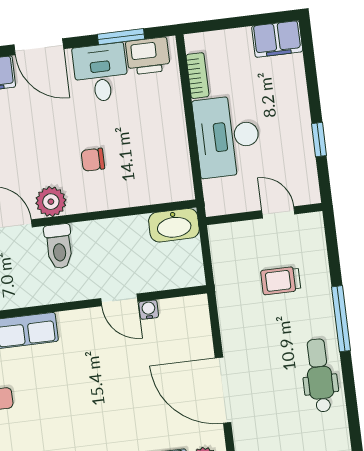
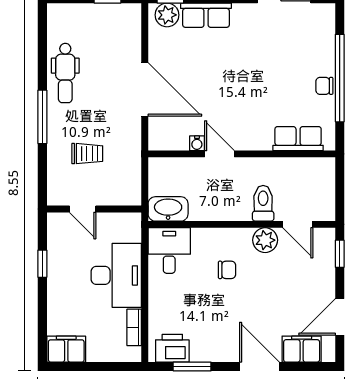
desk: (101, 73) -> (169, 251), moved, turned 180
door: (223, 390) -> (145, 89), moved

